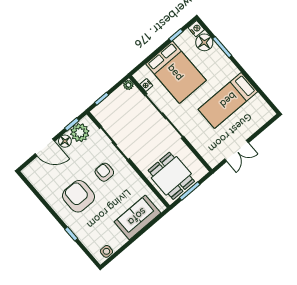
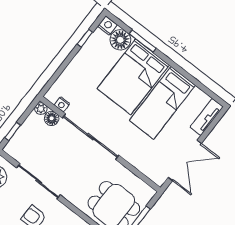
bed: (176, 72) -> (133, 77), moved, turned 90
floor lamp: (135, 95) -> (52, 118), added
tv unit: (261, 119) -> (207, 117), added
double door: (236, 151) -> (185, 160), width x1.37

